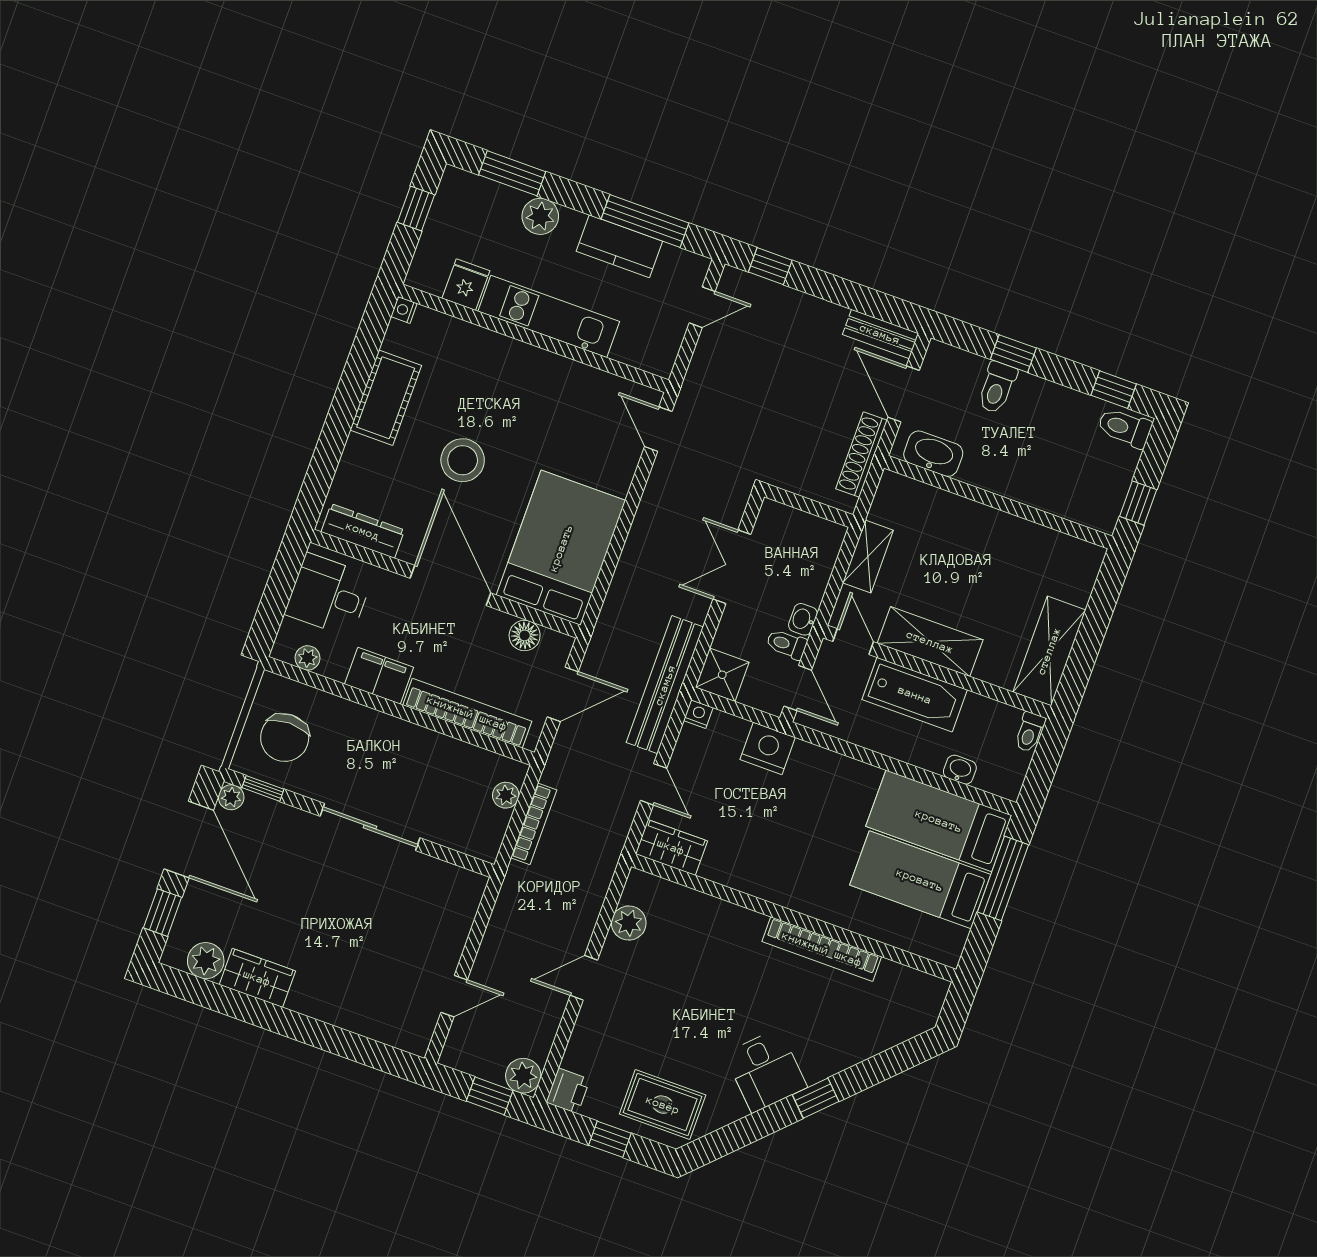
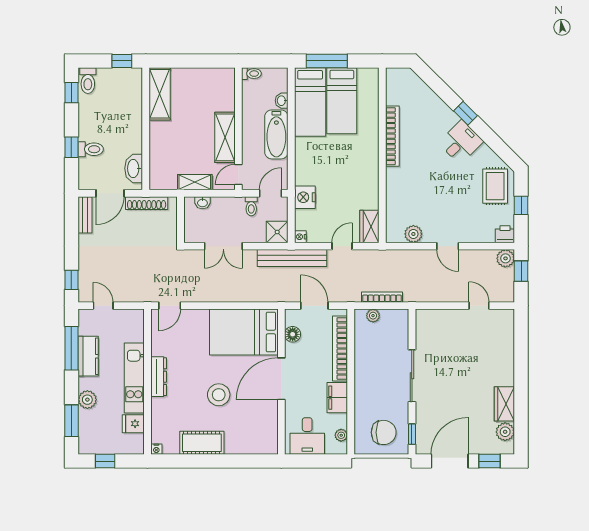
dresser: (363, 531) -> (159, 377), moved, turned 180
washbasin: (803, 619) -> (202, 203), moved
shelving: (1049, 651) -> (160, 94), moved, turned 90
bathtub: (915, 695) -> (276, 134), moved, turned 180
plant: (231, 797) -> (422, 448), removed

